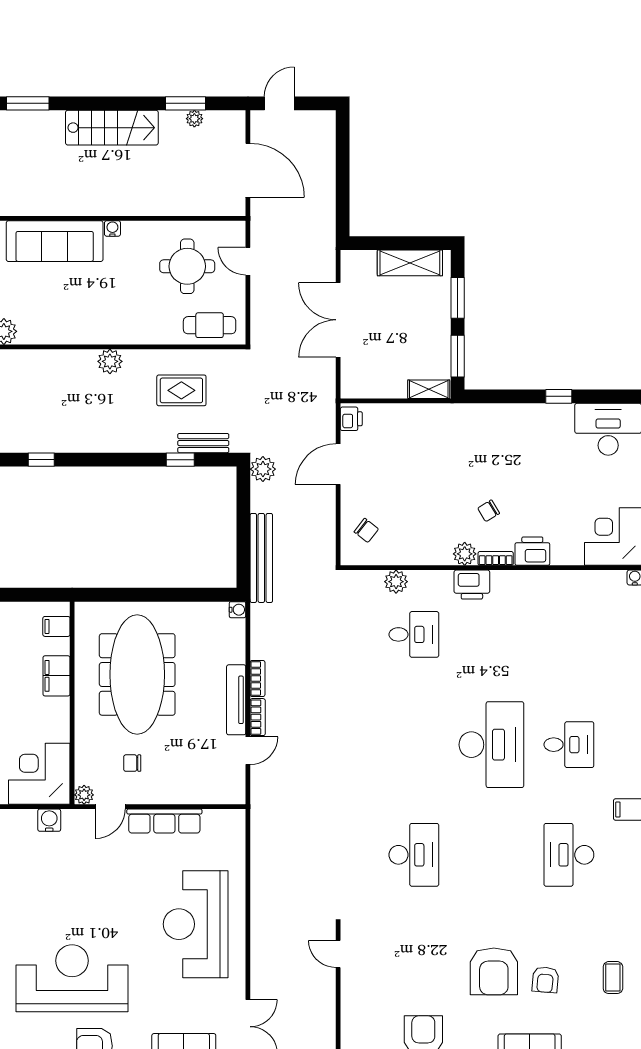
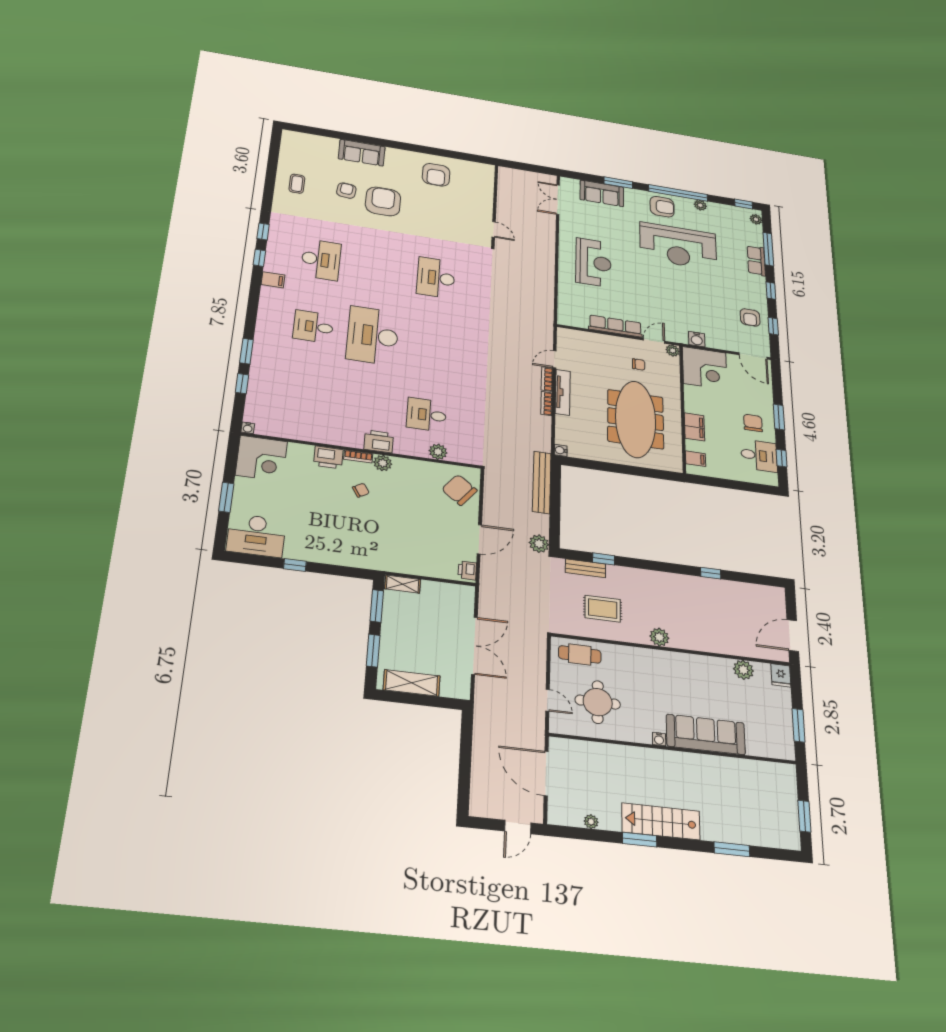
window: (185, 103) -> (640, 840), moved
chair: (366, 530) -> (459, 490), width x1.87, depth x1.87
reception desk: (196, 924) -> (593, 263), width x0.74, depth x0.77

